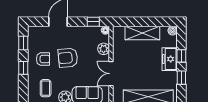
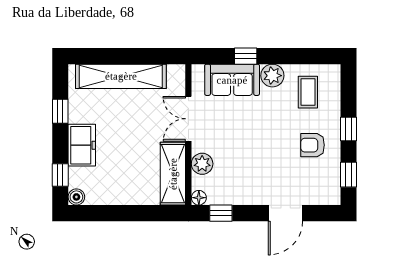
shelving: (142, 33) -> (173, 174), moved, turned 90
window: (181, 56) -> (60, 175), moved
armchair: (68, 58) -> (267, 148), removed
double door: (111, 74) -> (188, 119), swing flipped

